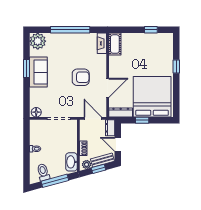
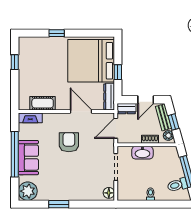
cot: (115, 44) -> (43, 103), moved
sofa: (38, 72) -> (28, 158), moved, turned 90
washbasin: (71, 162) -> (142, 153), moved

